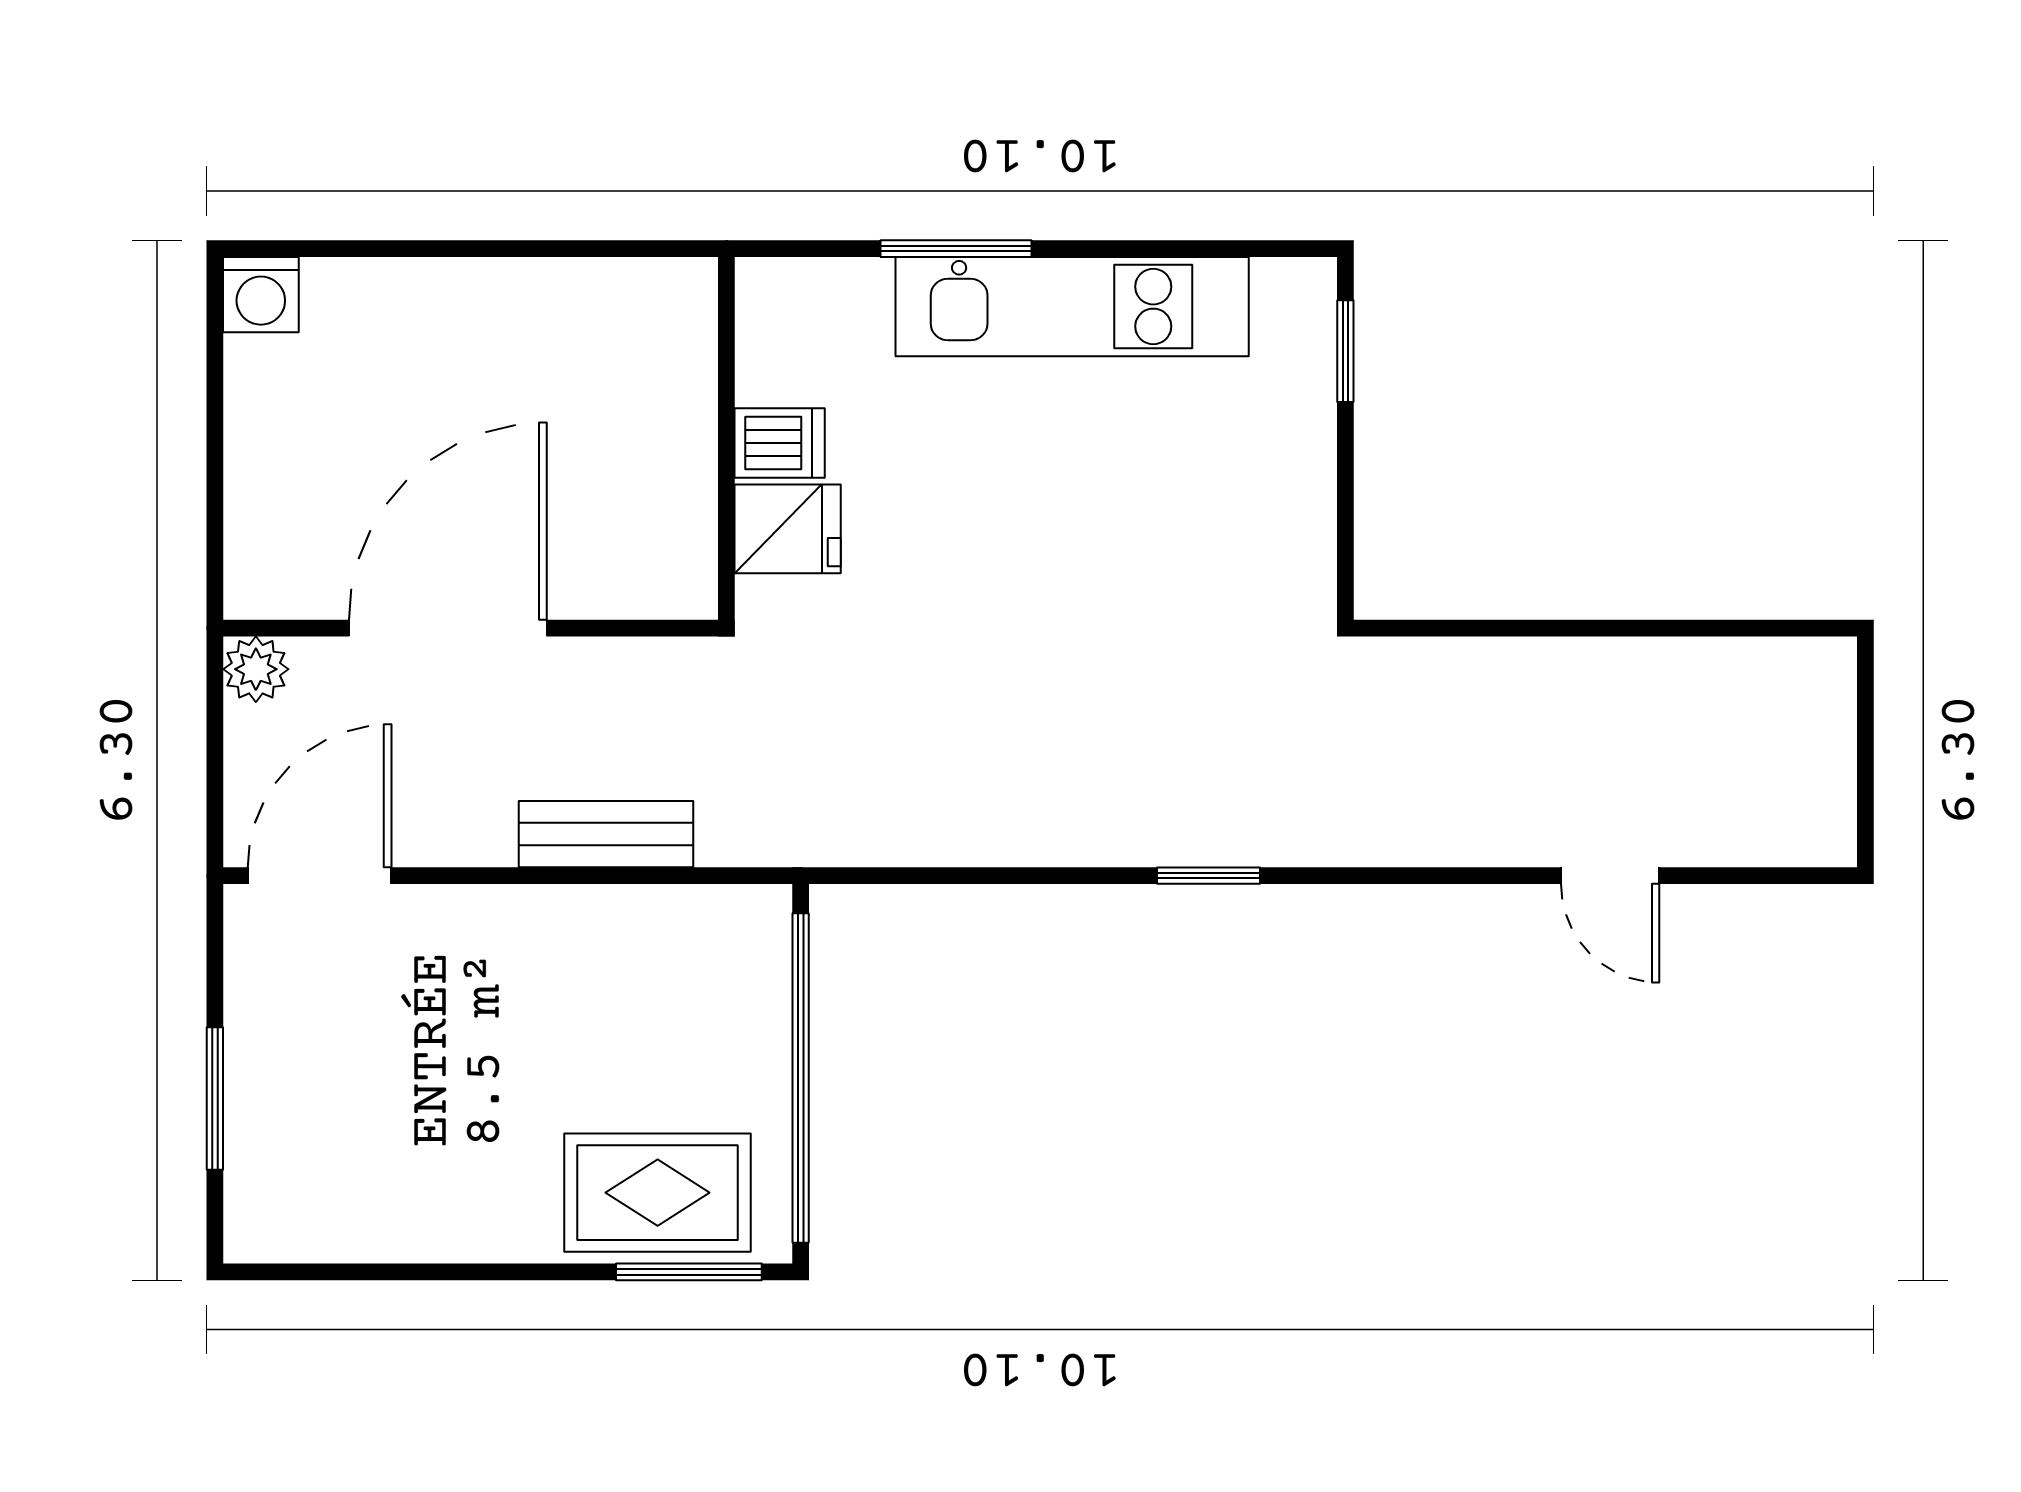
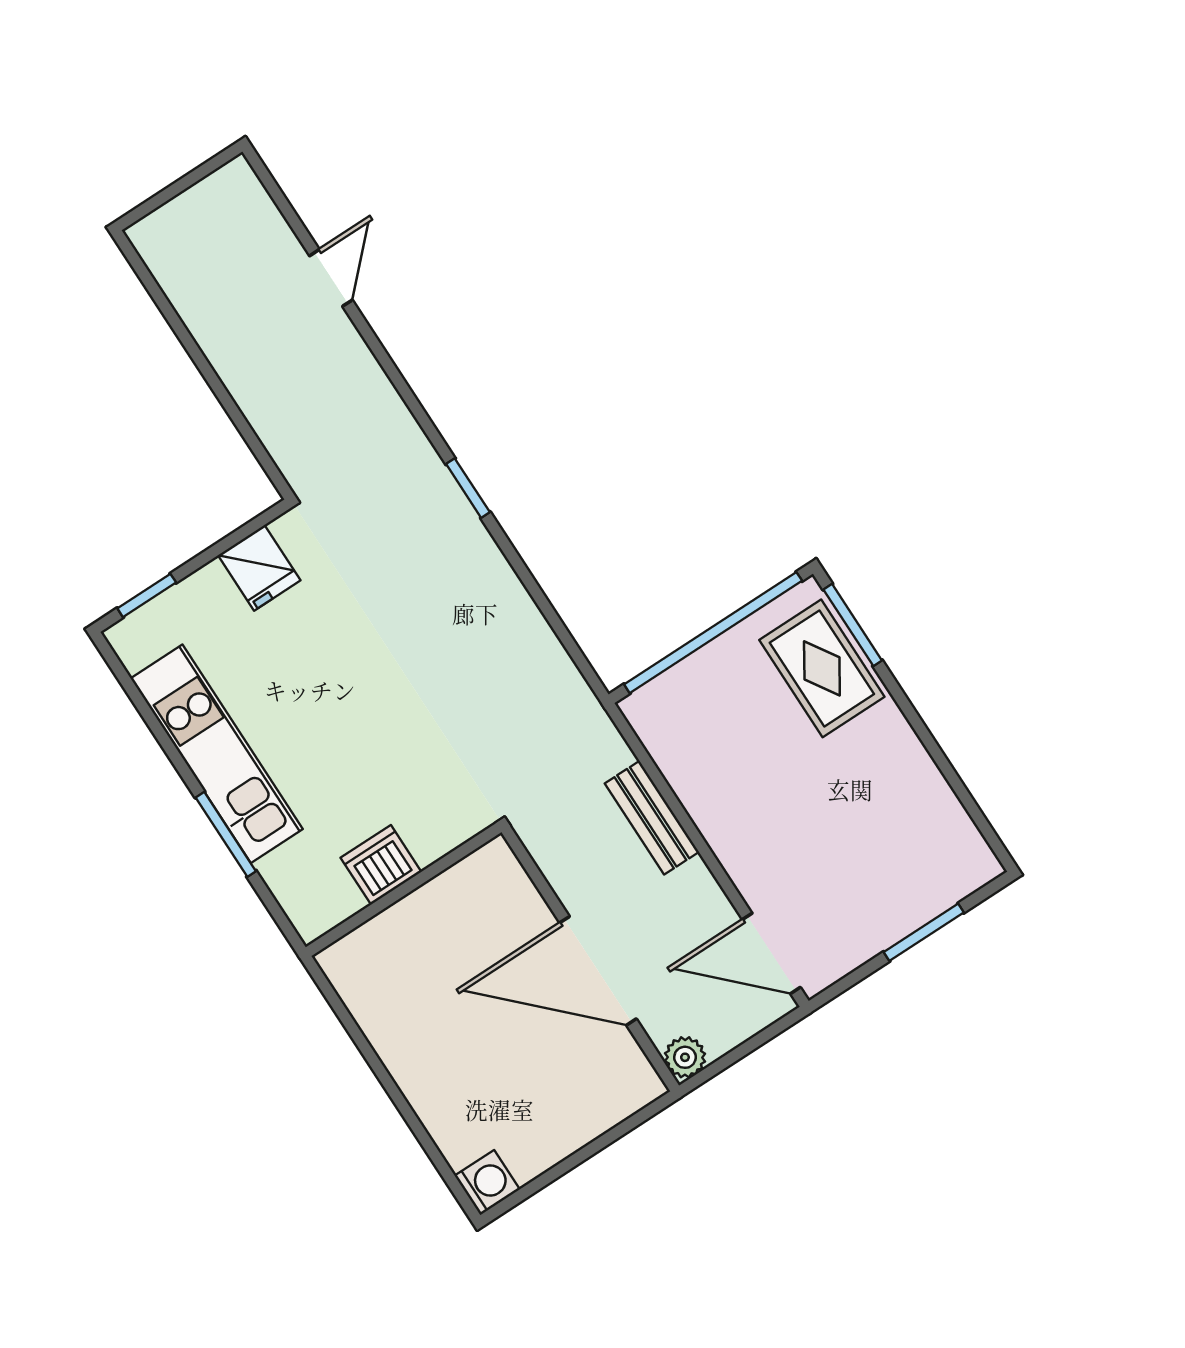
dishwasher: (780, 443) -> (381, 865), width x1.38
fridge: (788, 529) -> (259, 568), moved, turned 180

